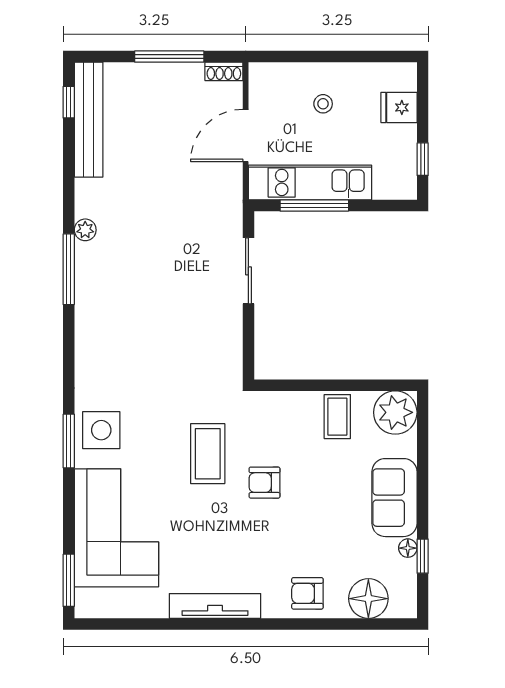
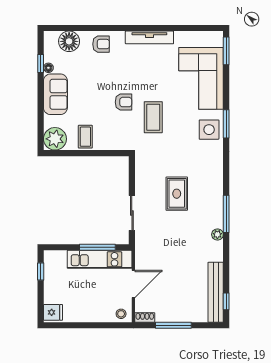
stool: (323, 104) -> (121, 314), moved
fridge: (399, 107) -> (53, 312), moved
rug: (163, 308) -> (177, 194), added

